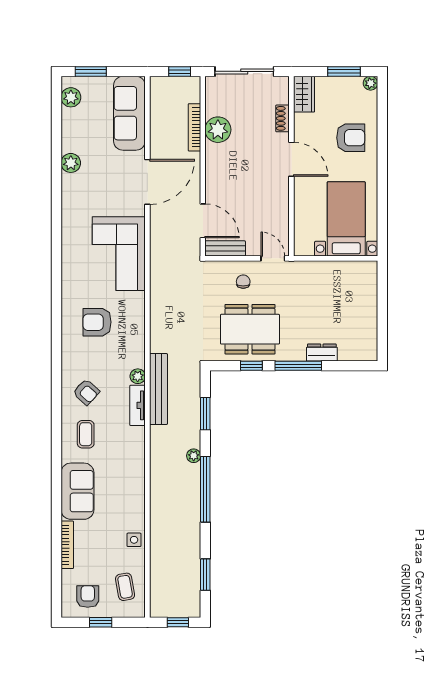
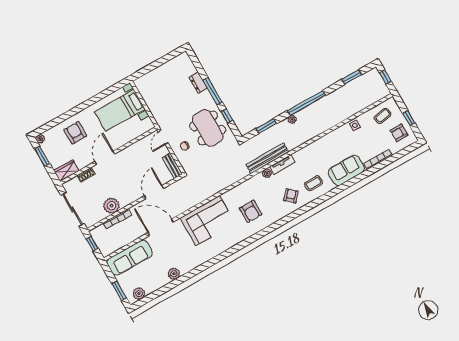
door: (203, 221) -> (154, 192), moved

